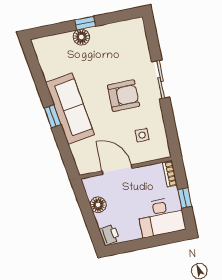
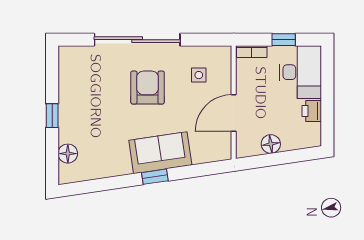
floor lamp: (81, 37) -> (68, 154), moved
sliding door: (161, 79) -> (137, 40), width x1.86
sofa: (70, 109) -> (160, 153), width x0.73
printer: (109, 235) -> (312, 111), moved, turned -82

